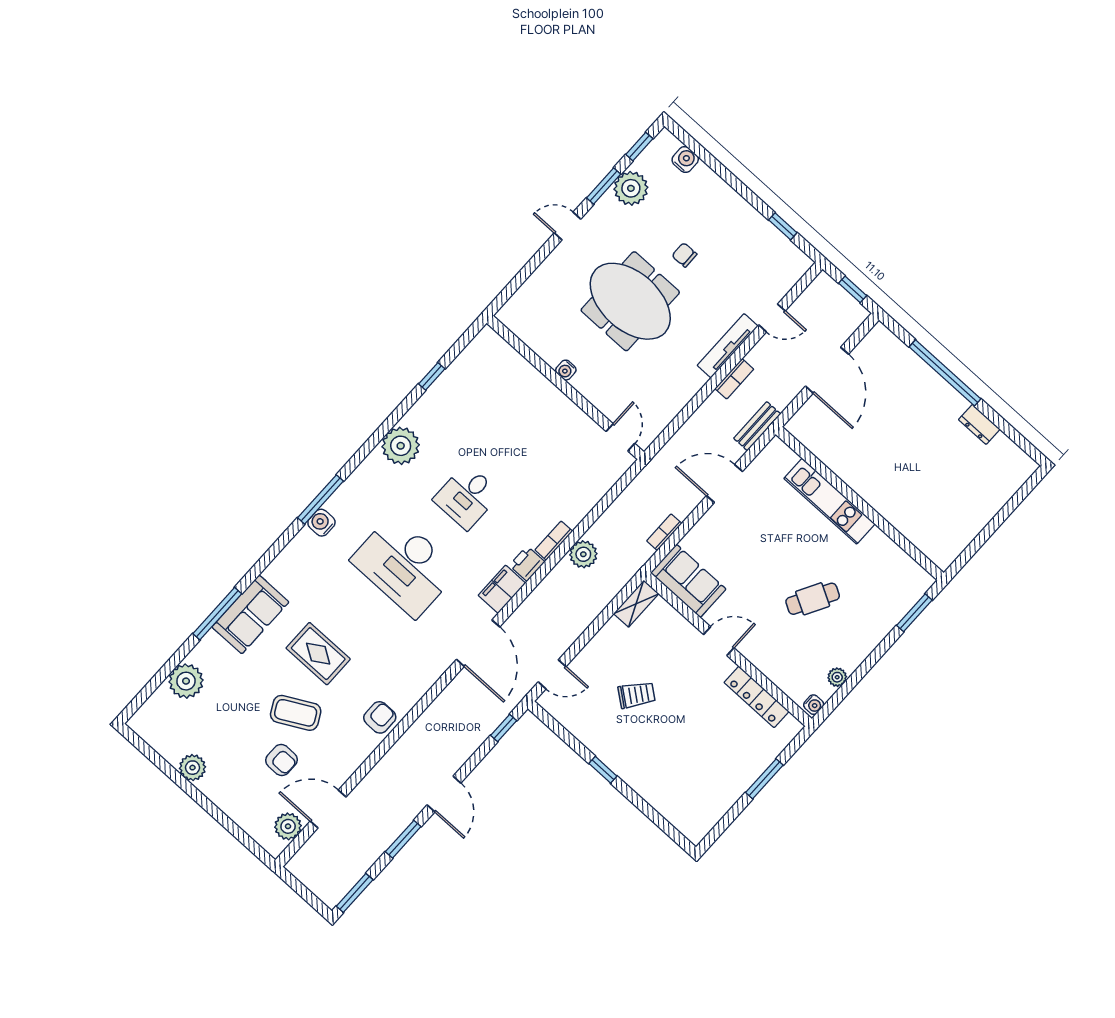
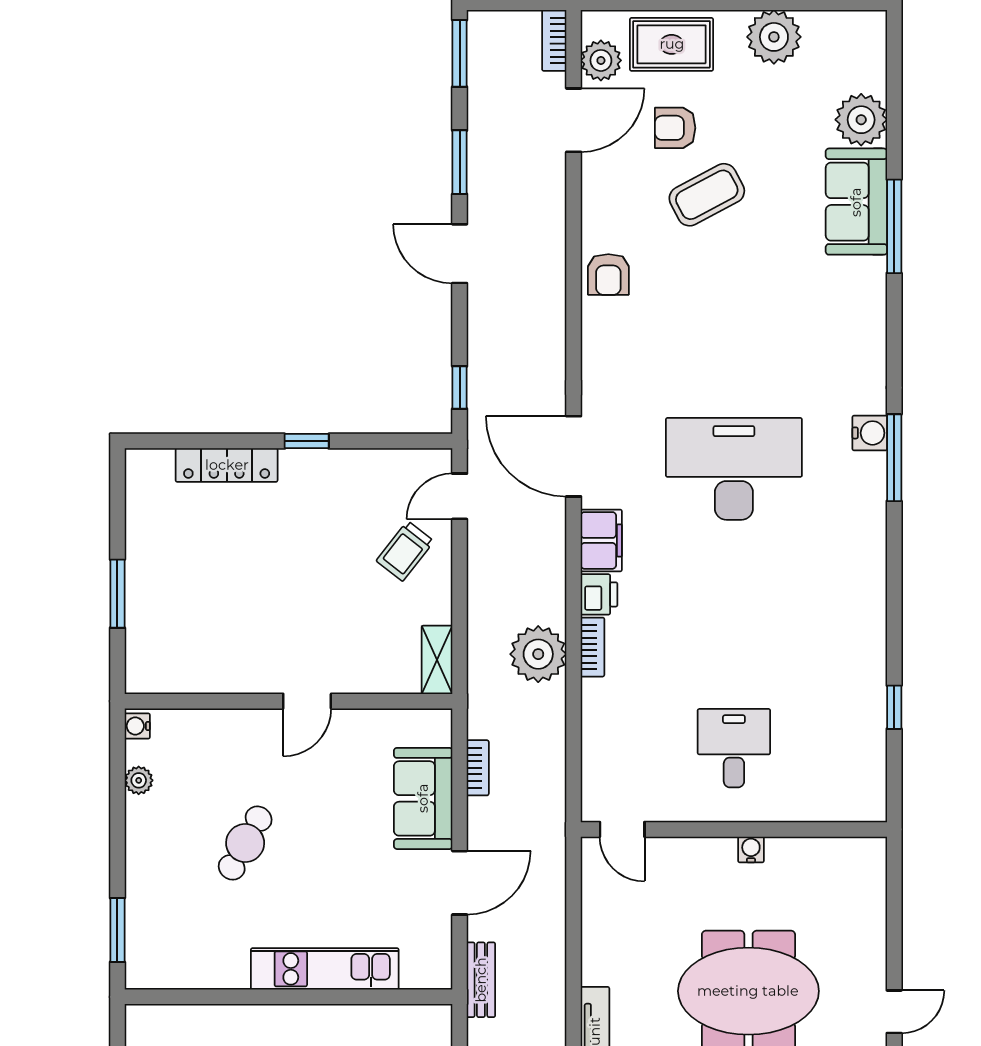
bookcase: (734, 379) -> (554, 40), moved
plant: (401, 446) -> (859, 598), removed
desk: (467, 497) -> (734, 748), moved
plant: (583, 554) -> (538, 654), width x1.36, depth x1.36
sofa: (688, 581) -> (423, 798), moved, turned 90
sofa: (250, 614) -> (856, 202), moved
rug: (318, 654) -> (672, 44), moved
trolley: (637, 695) -> (405, 551), moved
locker: (757, 697) -> (227, 465), moved, turned 180
plant: (192, 768) -> (774, 37), width x1.36, depth x1.36

